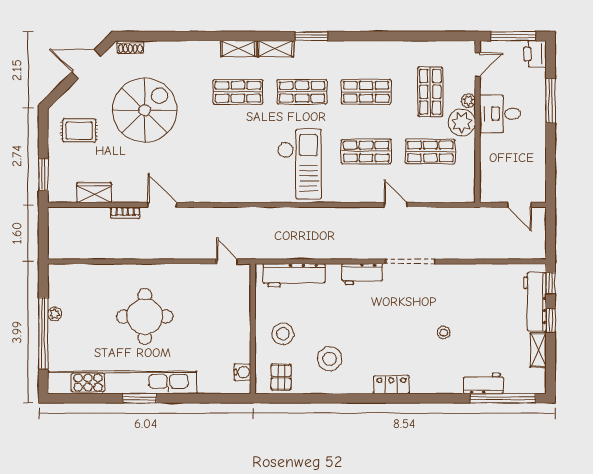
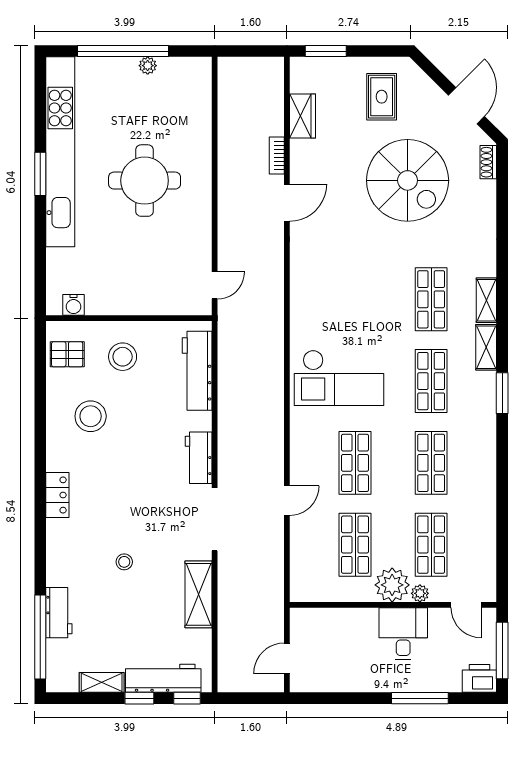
shop shelf: (430, 92) -> (431, 545), turned 90
shelving: (469, 274) -> (199, 594), added

